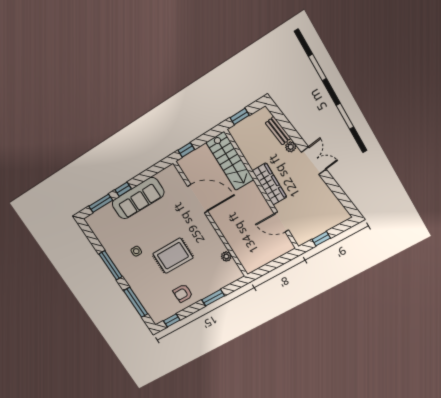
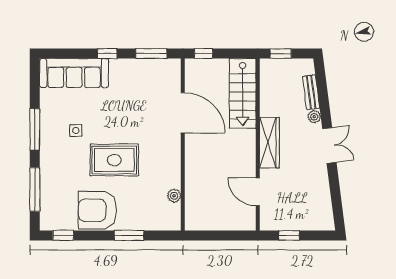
sofa: (138, 198) -> (74, 73), moved
window: (101, 203) -> (151, 54), moved
armchair: (183, 293) -> (97, 210), width x1.88, depth x1.88

